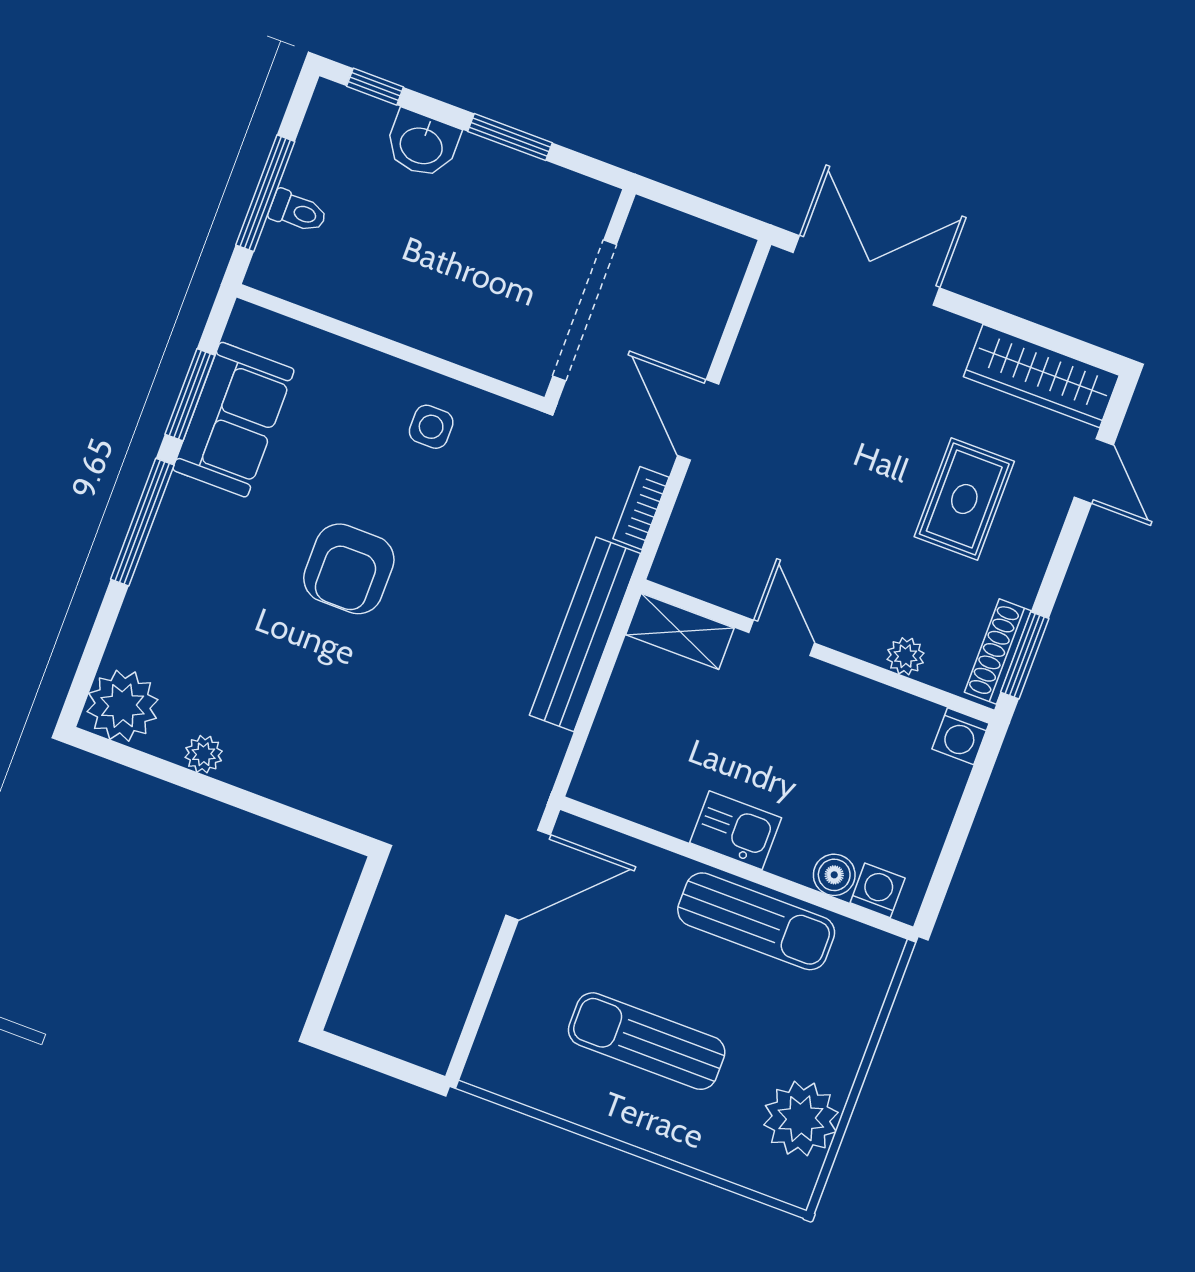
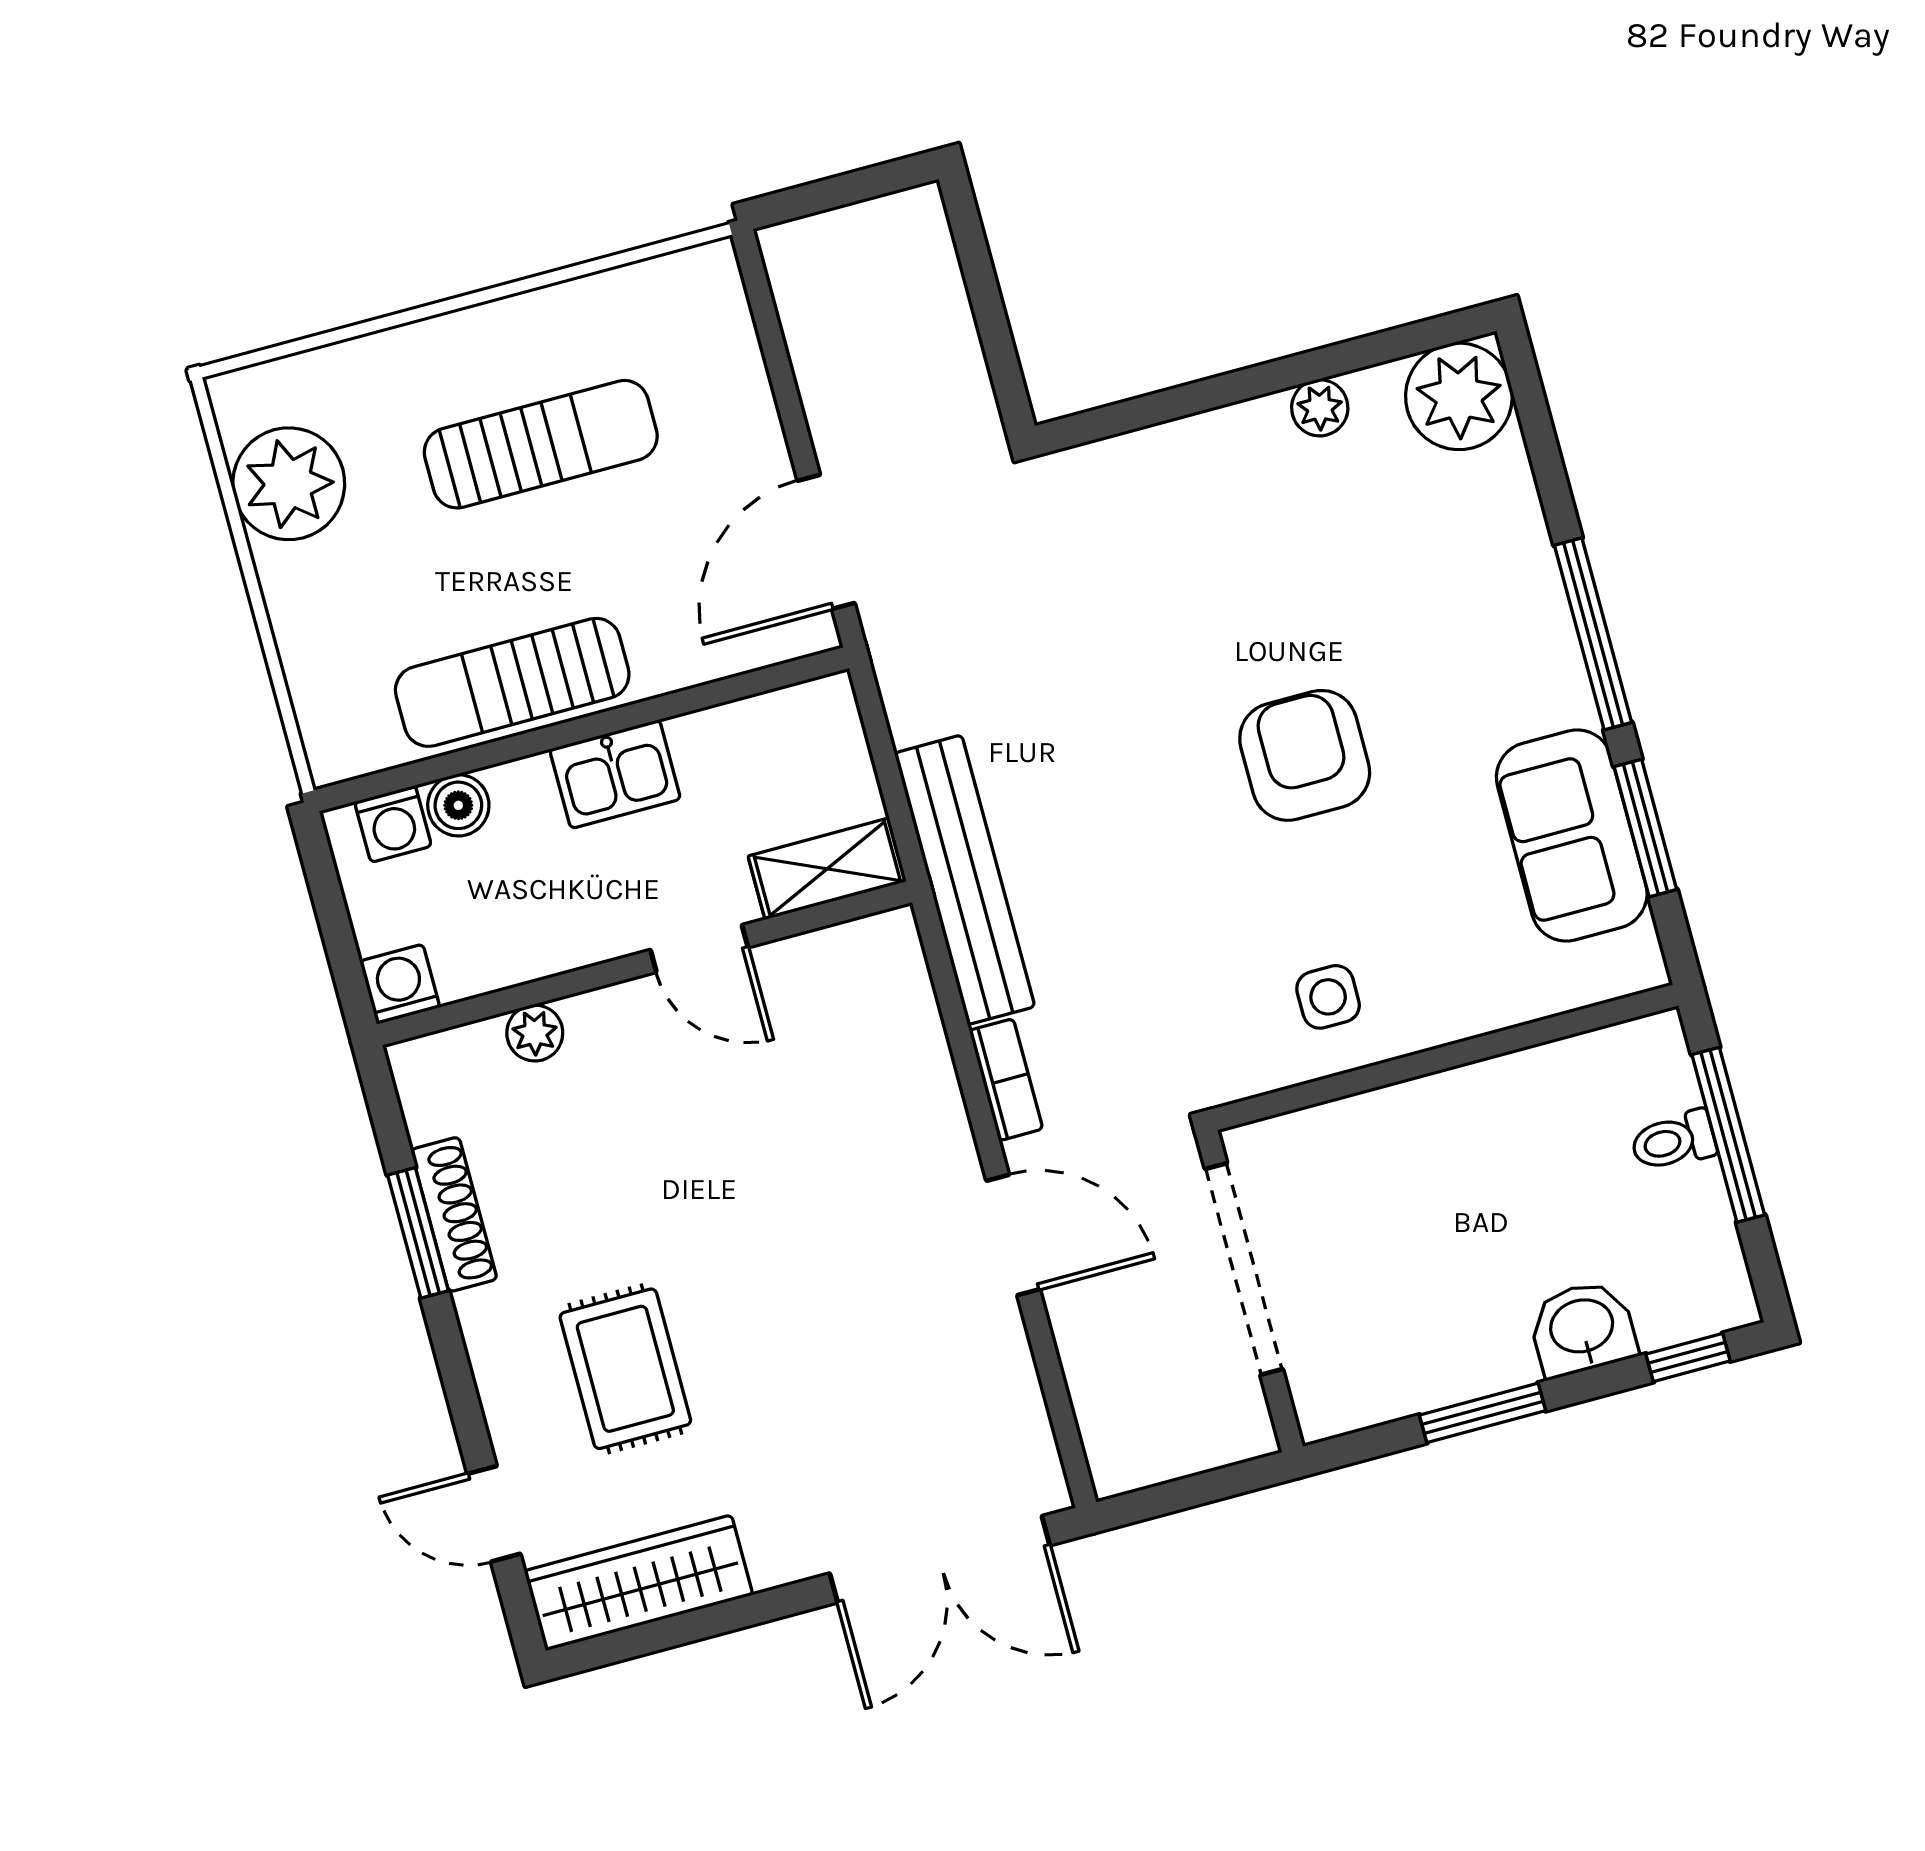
shelving: (680, 631) -> (827, 869), moved
door: (782, 638) -> (699, 949), moved
wall: (818, 651) -> (644, 963), moved
plant: (906, 656) -> (535, 1033), moved
washing machine: (961, 736) -> (400, 984), moved

